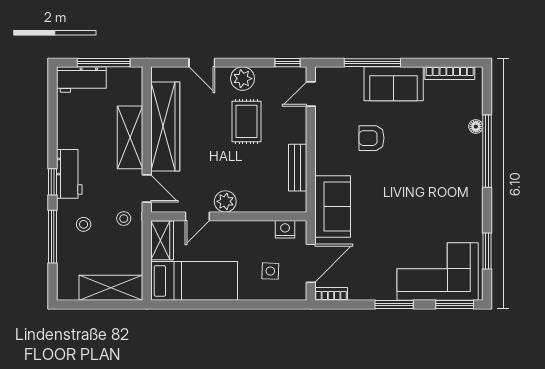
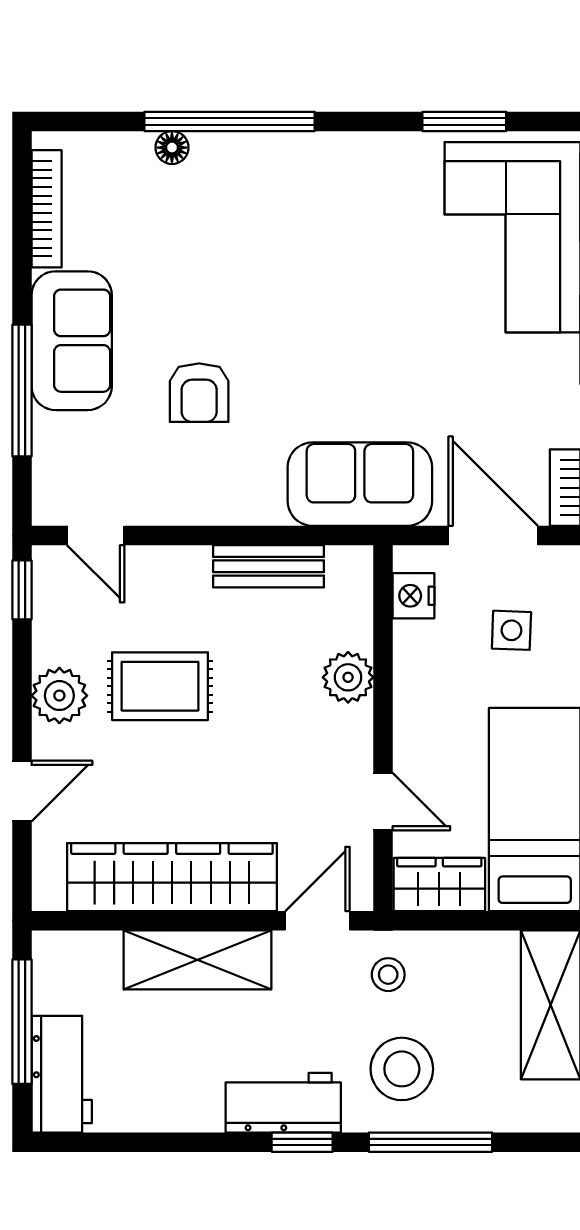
plant: (225, 201) -> (348, 677), moved
stool: (84, 224) -> (402, 1069), width x1.89, depth x1.89

